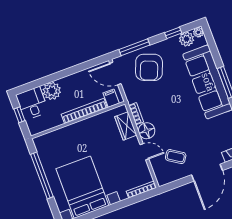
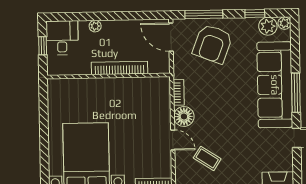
plant: (52, 91) -> (95, 26), width x0.53, depth x0.53
filing cabinet: (111, 98) -> (156, 64), removed
wardrobe: (126, 126) -> (162, 102), removed
window: (42, 175) -> (44, 126), removed

